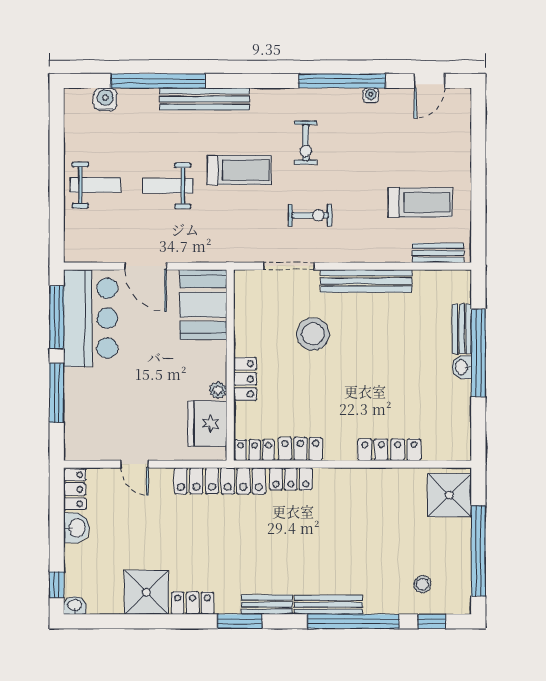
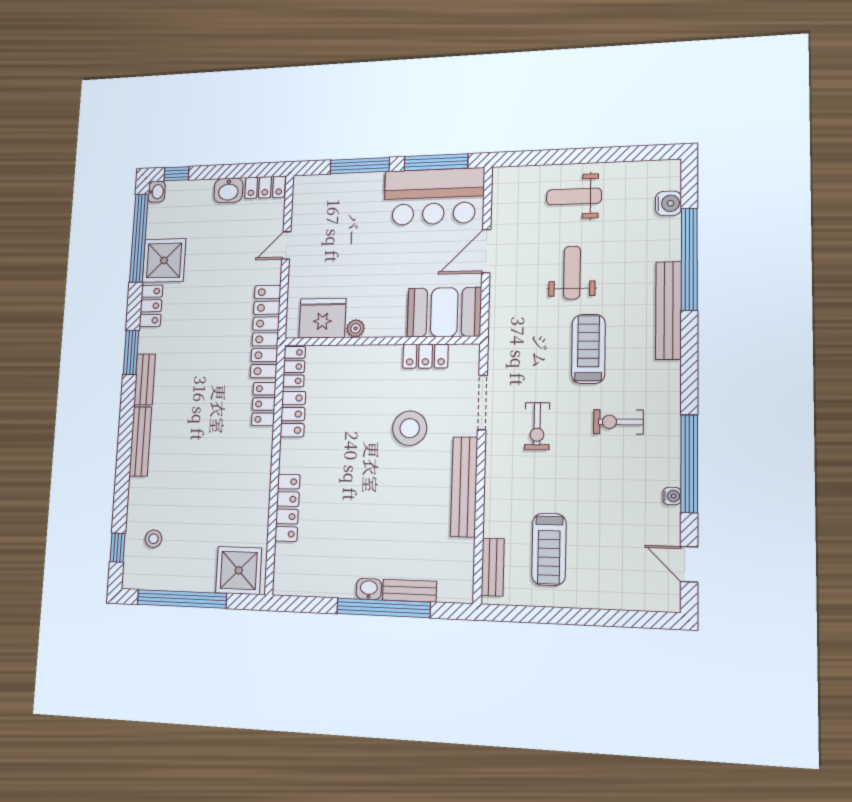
treadmill: (239, 170) -> (588, 349), turned 180
weight bench: (96, 185) -> (574, 196), turned 90
locker: (245, 379) -> (426, 356), moved
window: (353, 621) -> (139, 238), moved

